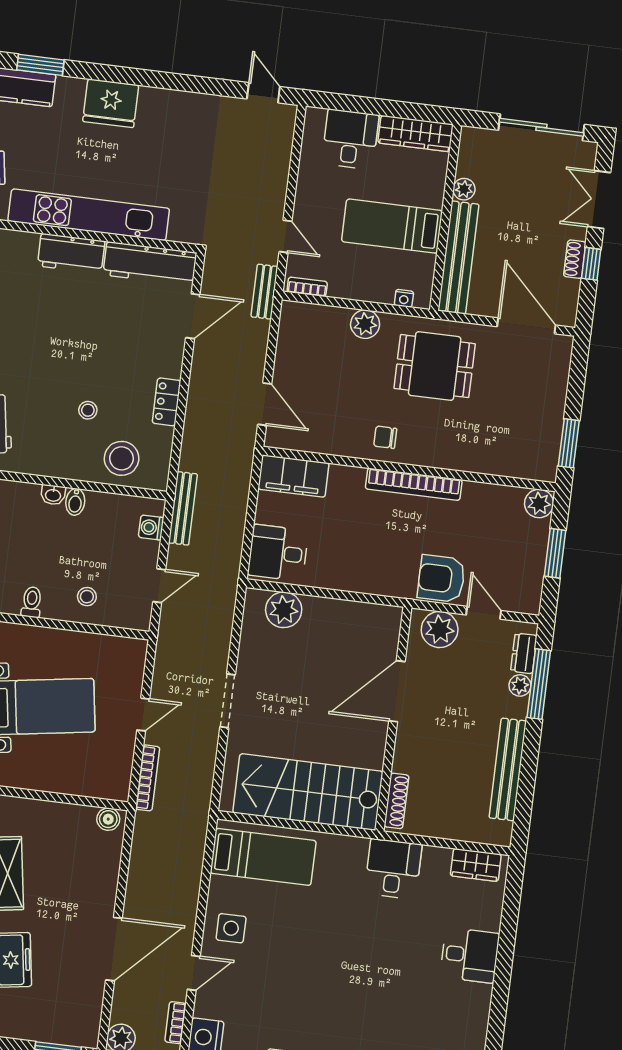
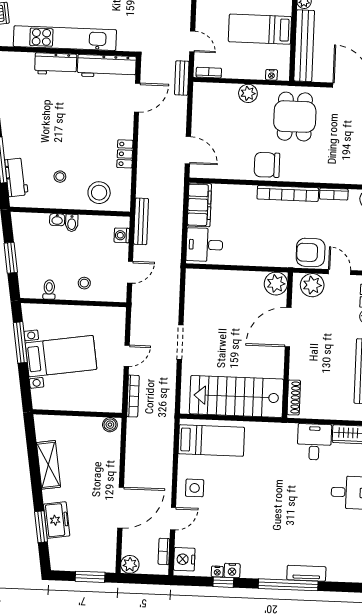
dining table: (435, 366) -> (295, 117), turned 90
stool: (88, 410) -> (60, 177), moved
chair: (385, 437) -> (267, 165), width x1.87, depth x1.87
filing cabinet: (293, 476) -> (199, 205), moved, turned -90
bookcase: (485, 491) -> (334, 194), added
plant: (284, 610) -> (276, 284), moved
desk: (393, 869) -> (314, 442), moved

